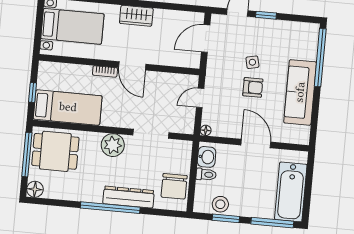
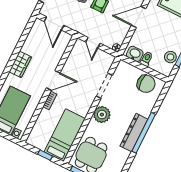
dresser: (128, 197) -> (134, 133), moved

